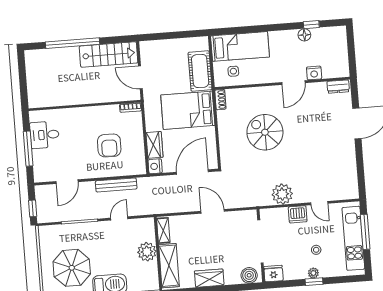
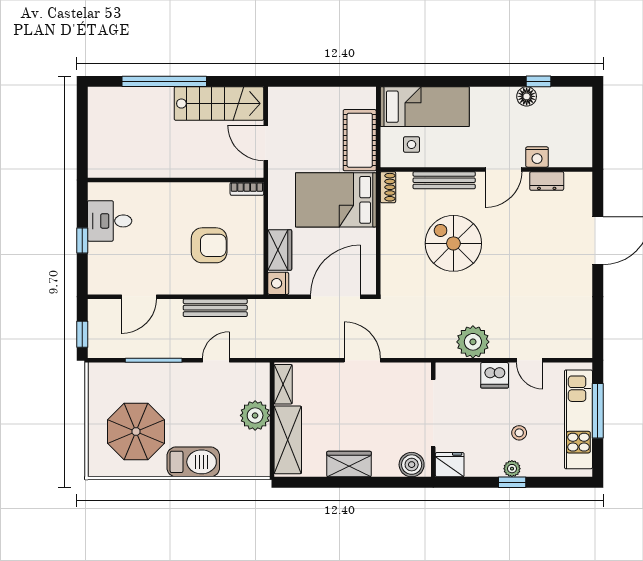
dresser: (338, 87) -> (547, 181), moved
bench: (256, 92) -> (444, 180), added
armchair: (109, 145) -> (209, 245), turned -91
window: (28, 149) -> (82, 240), width x0.46

